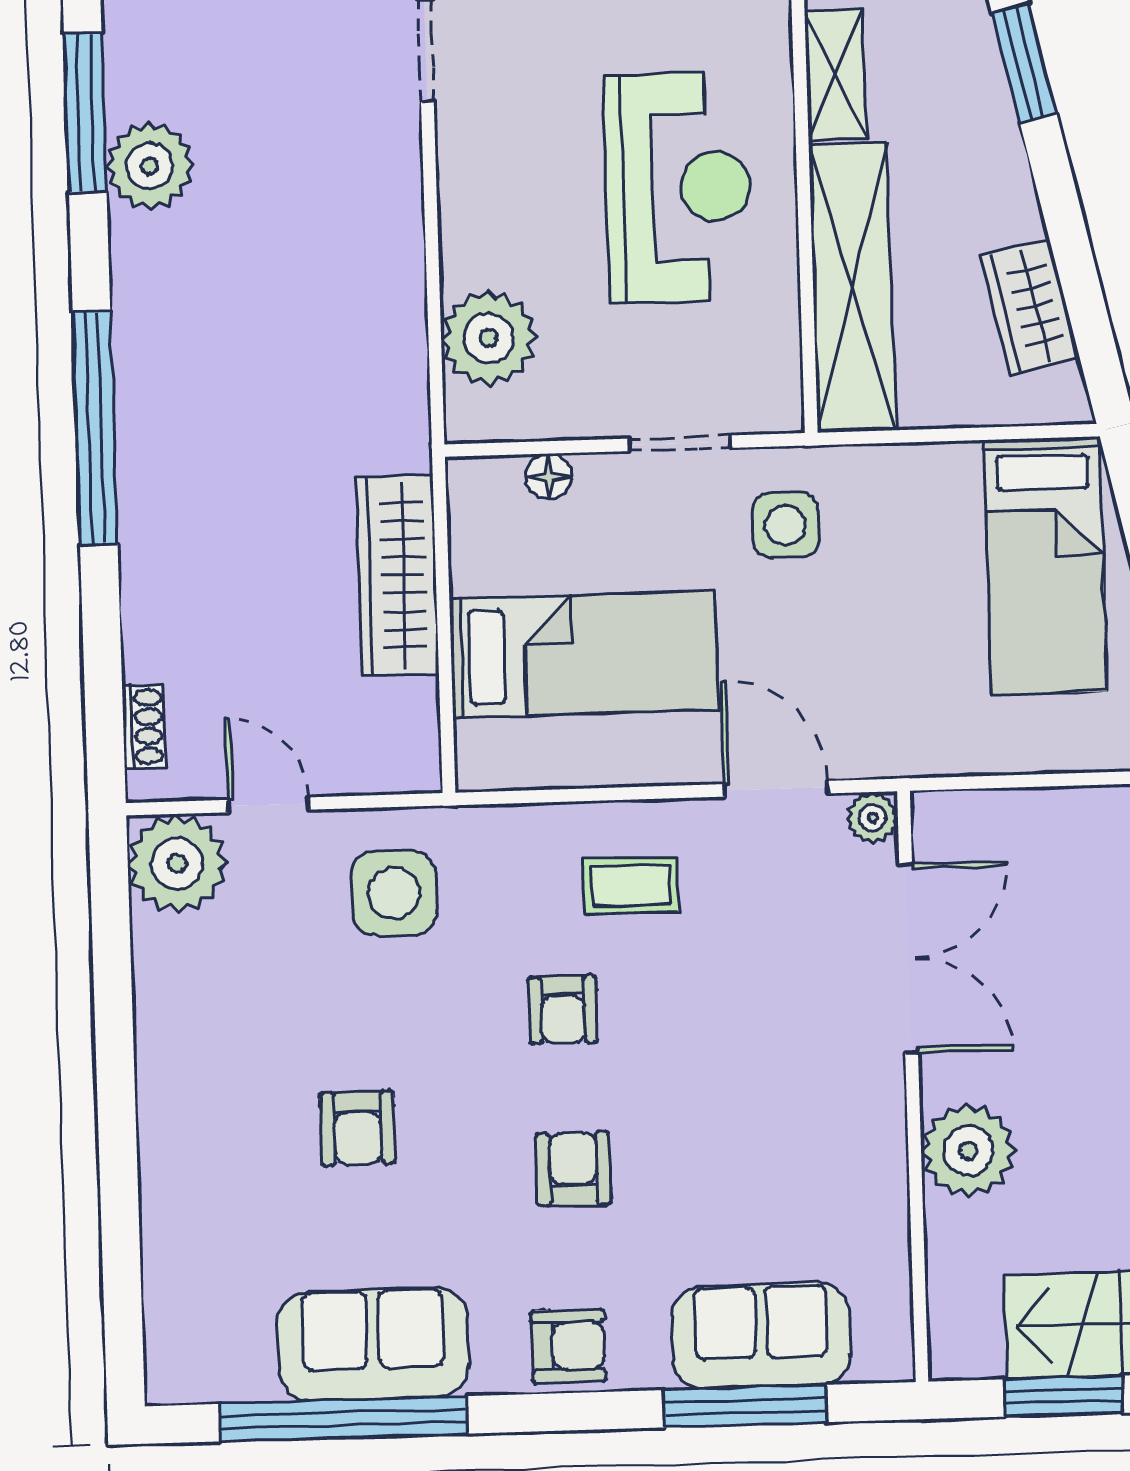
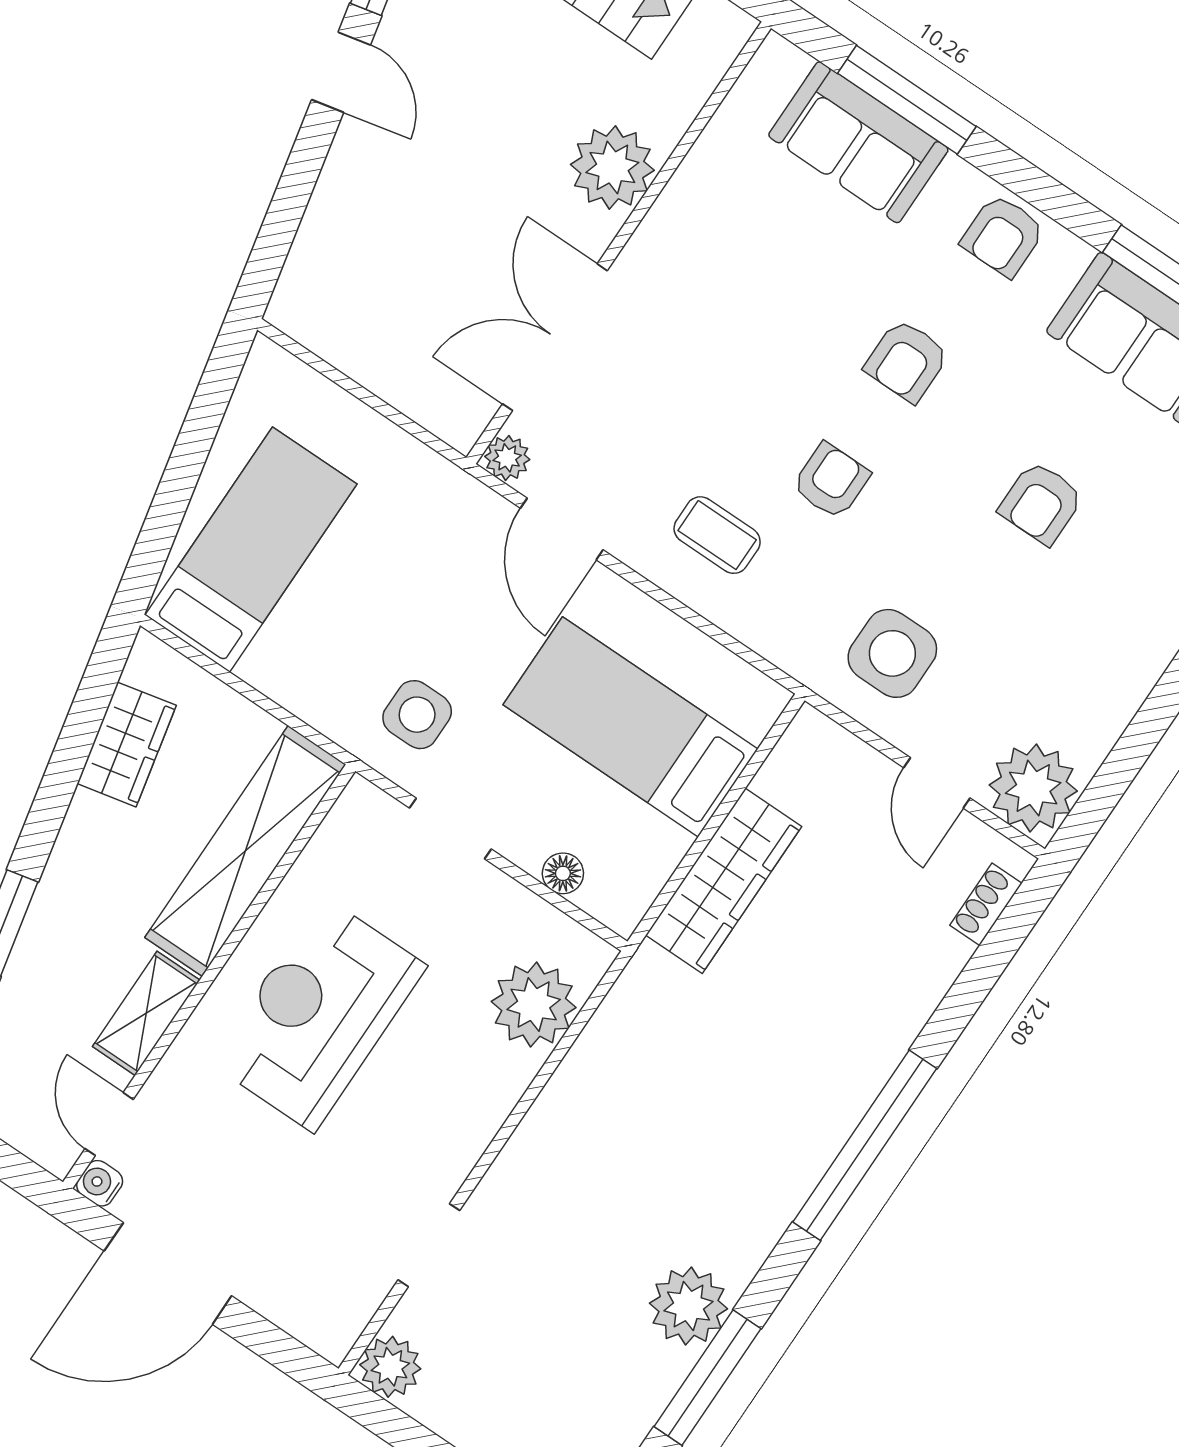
armchair: (358, 1128) -> (1041, 503), turned 180
armchair: (568, 1346) -> (1003, 236), turned -90

